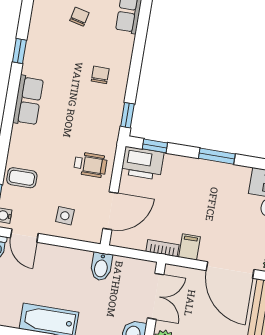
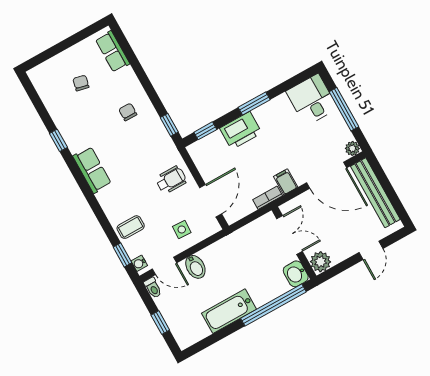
printer: (142, 163) -> (241, 131), moved
bidet: (101, 267) -> (195, 267), moved

